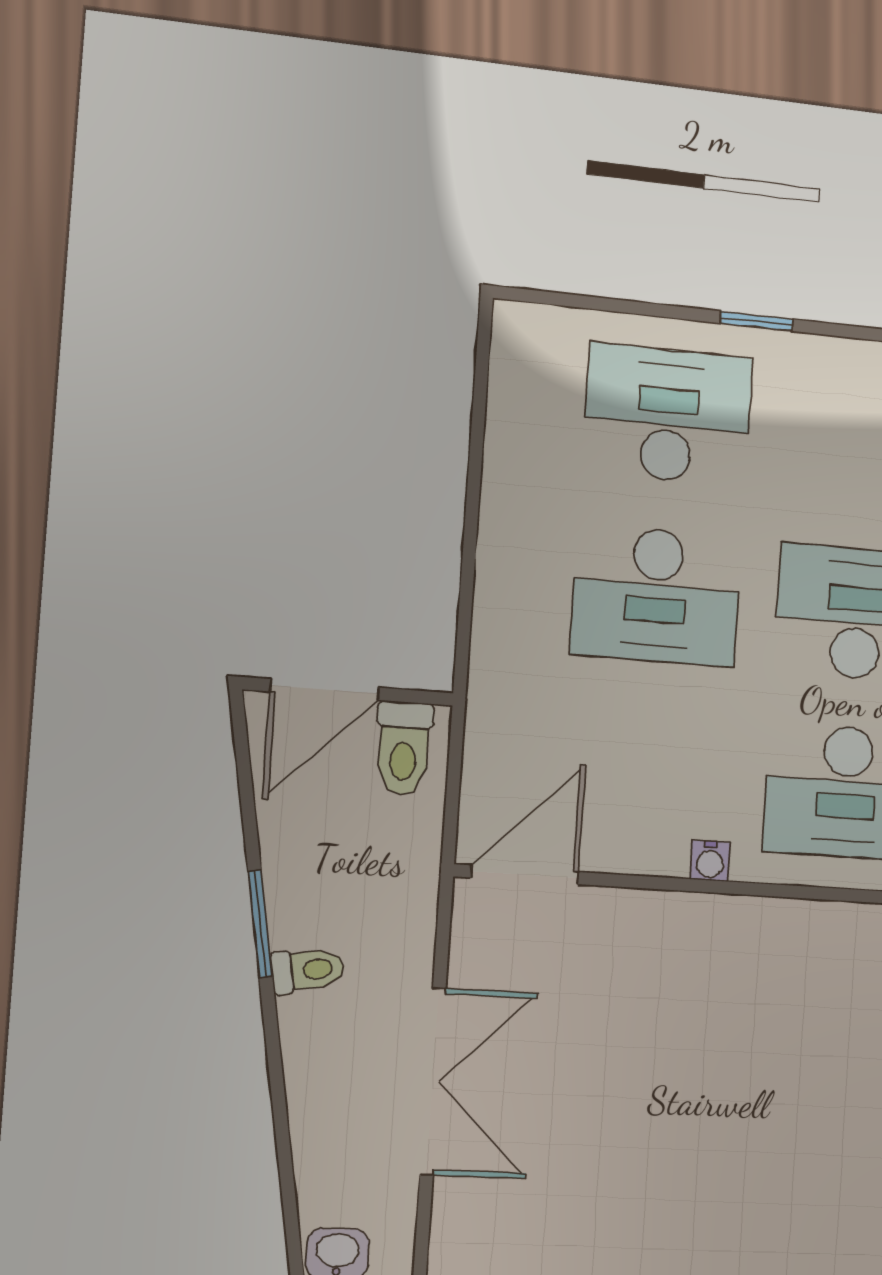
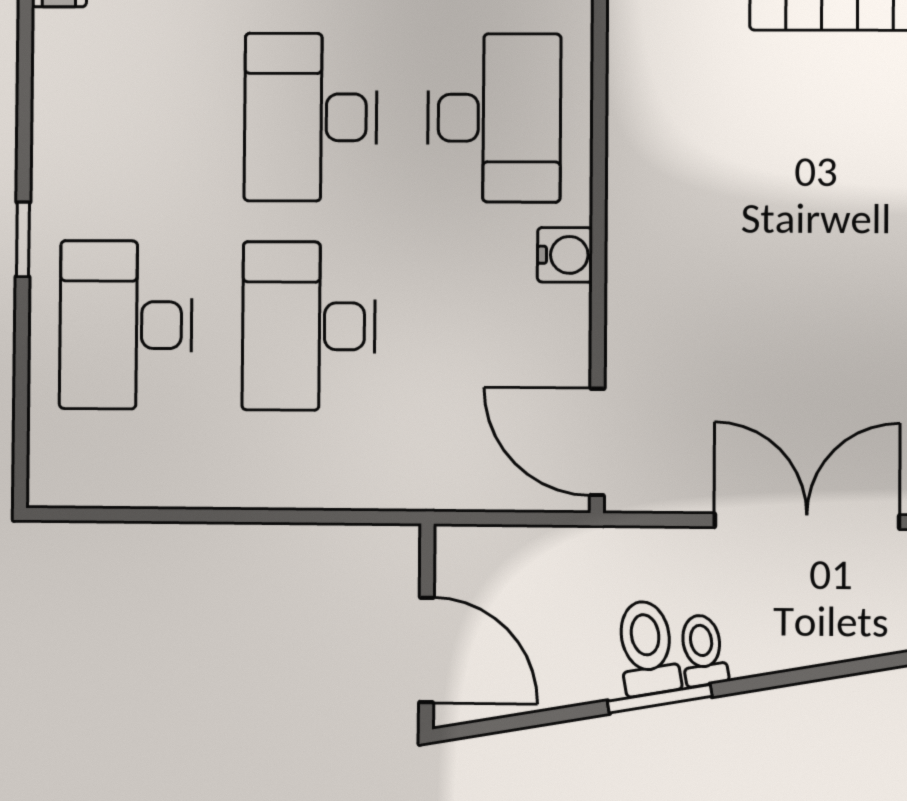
desk: (656, 595) -> (309, 326), turned 180
toilet: (404, 748) -> (647, 648), moved, turned -100
water cooler: (710, 861) -> (565, 255), width x1.38, depth x1.38

